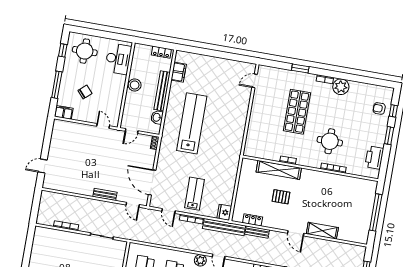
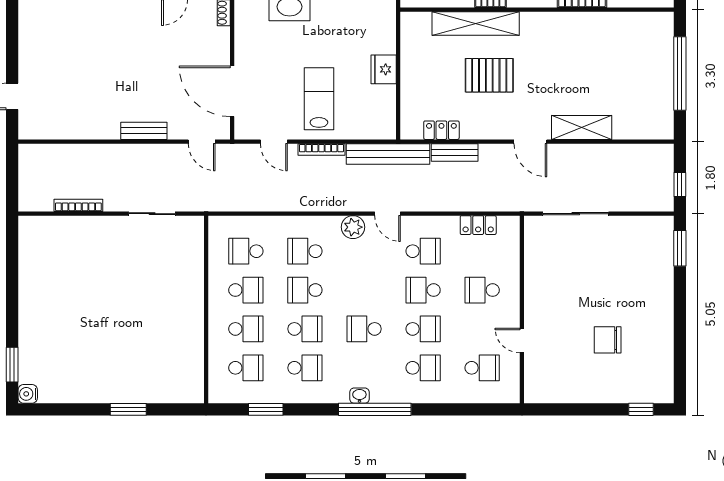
pallet: (281, 197) -> (489, 75), width x1.50, depth x1.42
fridge: (224, 212) -> (384, 69), moved

